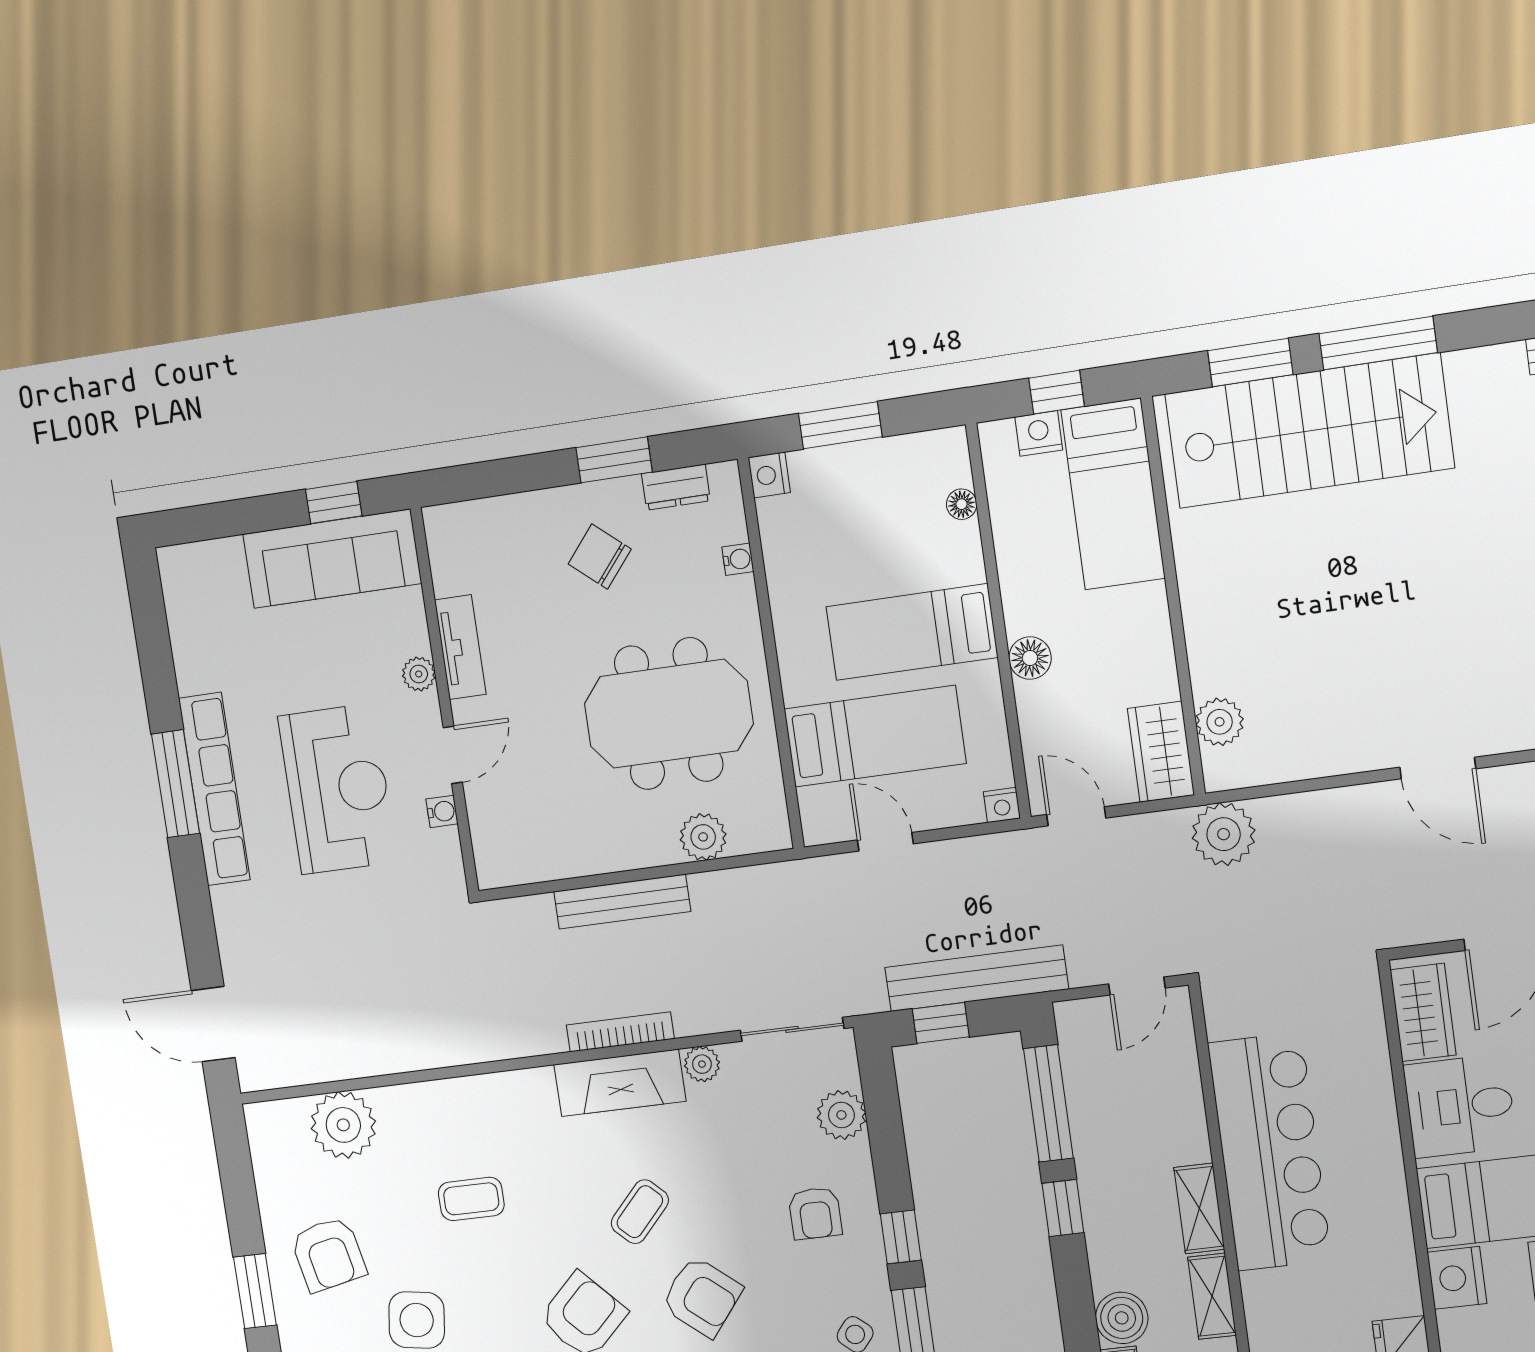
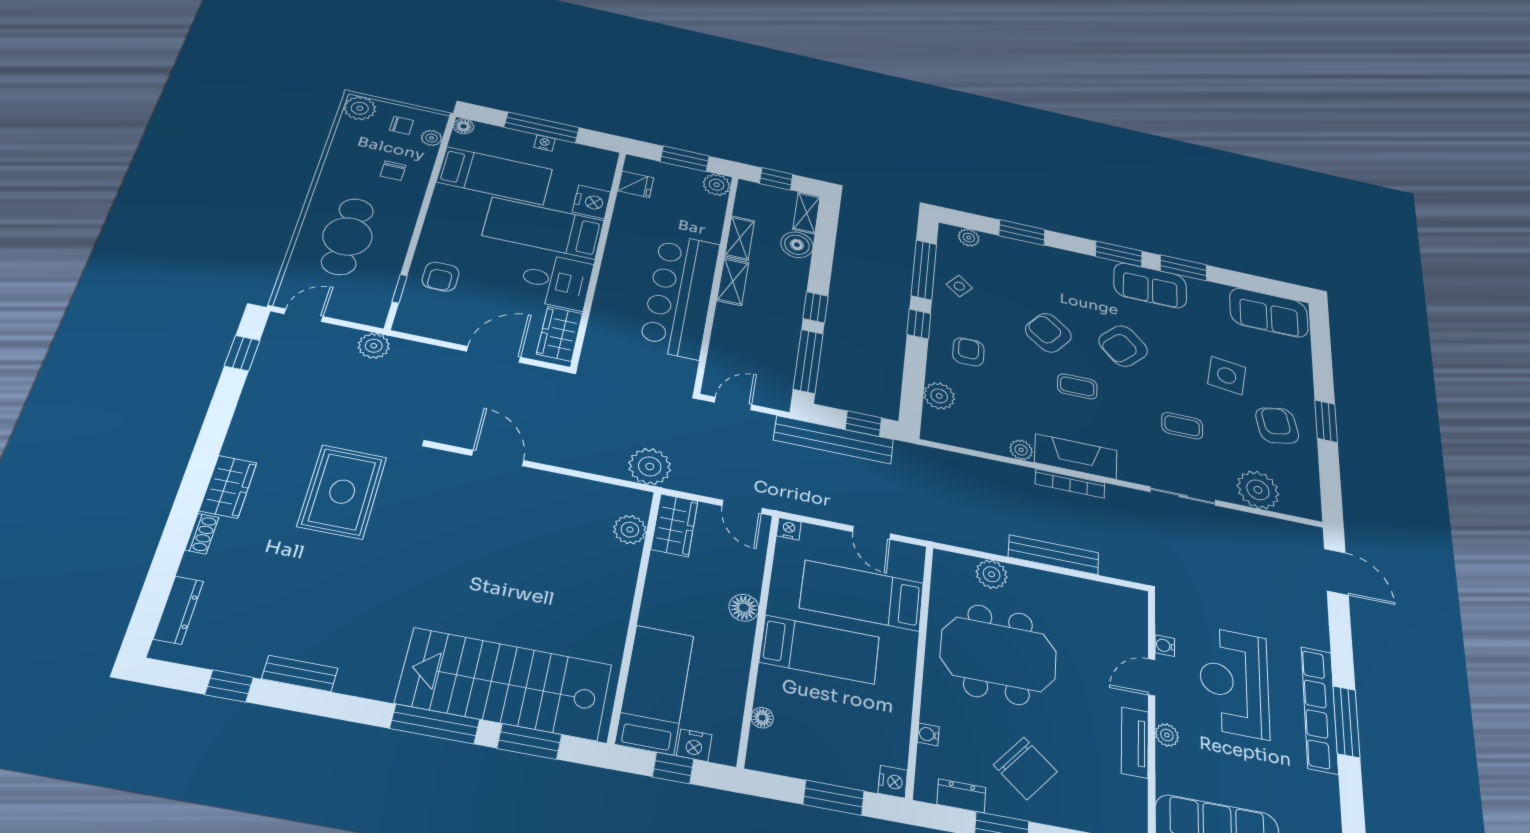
chair: (600, 557) -> (1025, 768), width x1.37, depth x1.37
sliding door: (792, 1029) -> (1183, 496), moved
coffee table: (640, 1212) -> (1077, 386), turned 47

